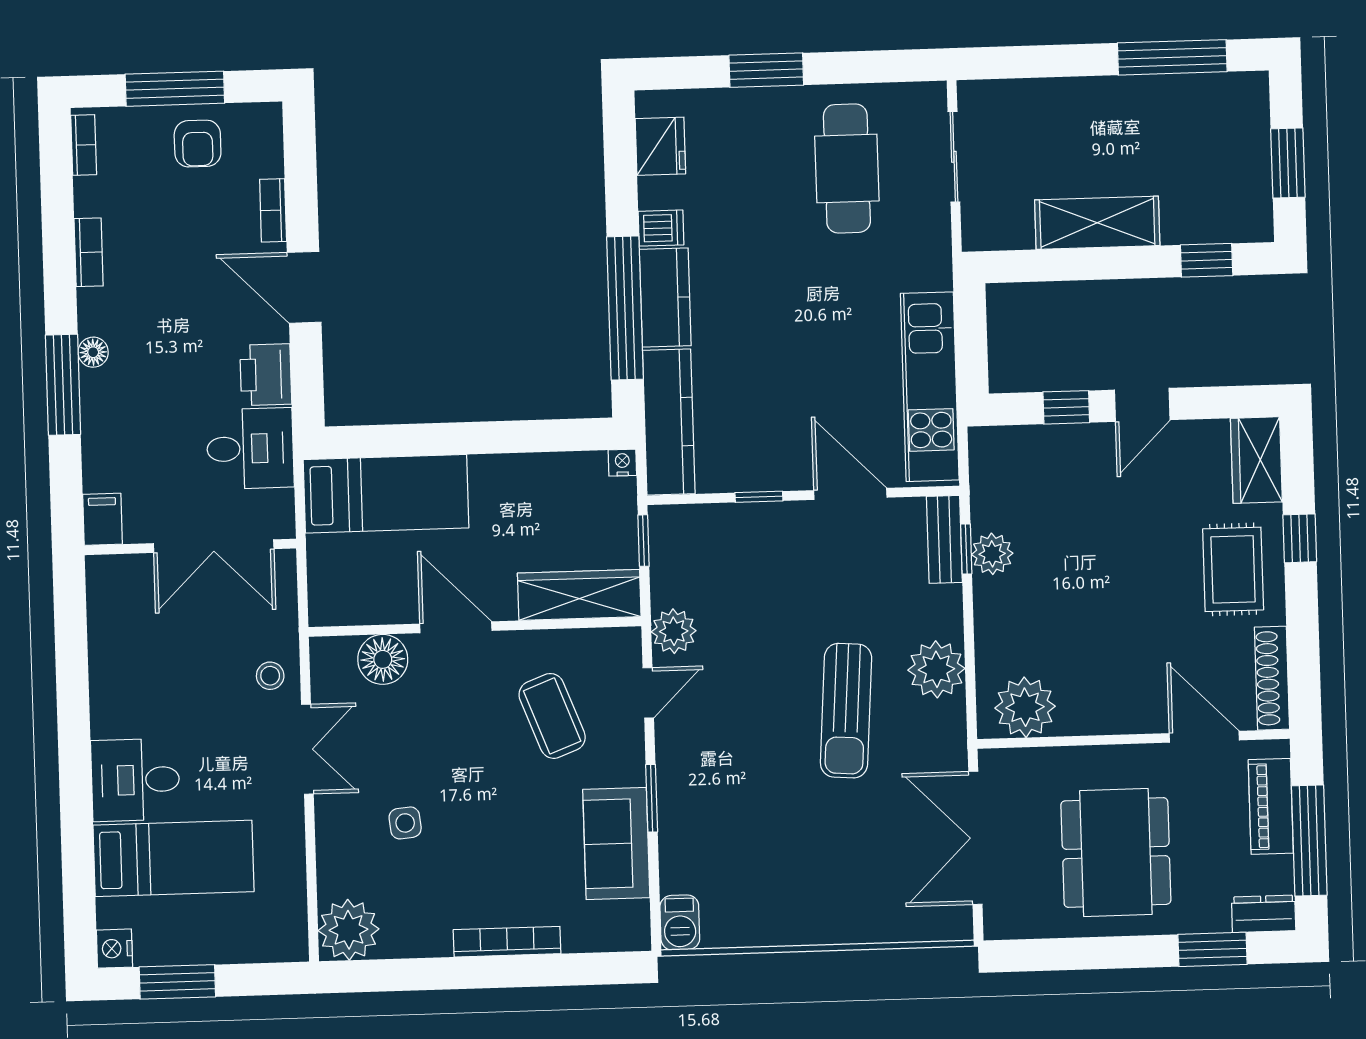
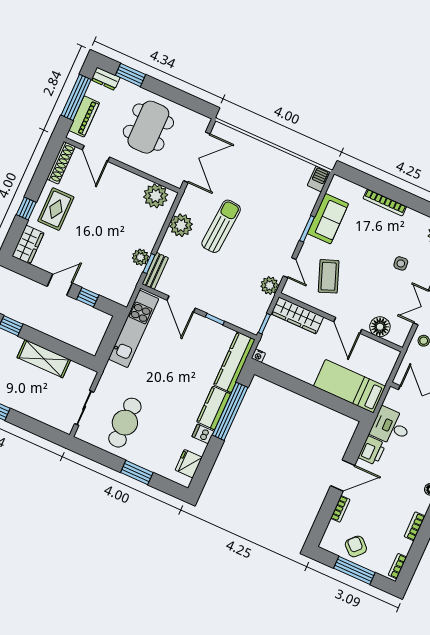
armchair: (198, 144) -> (356, 546), turned -47
door: (304, 287) -> (343, 475), hinge flipped
door: (648, 693) -> (290, 268), swing flipped

